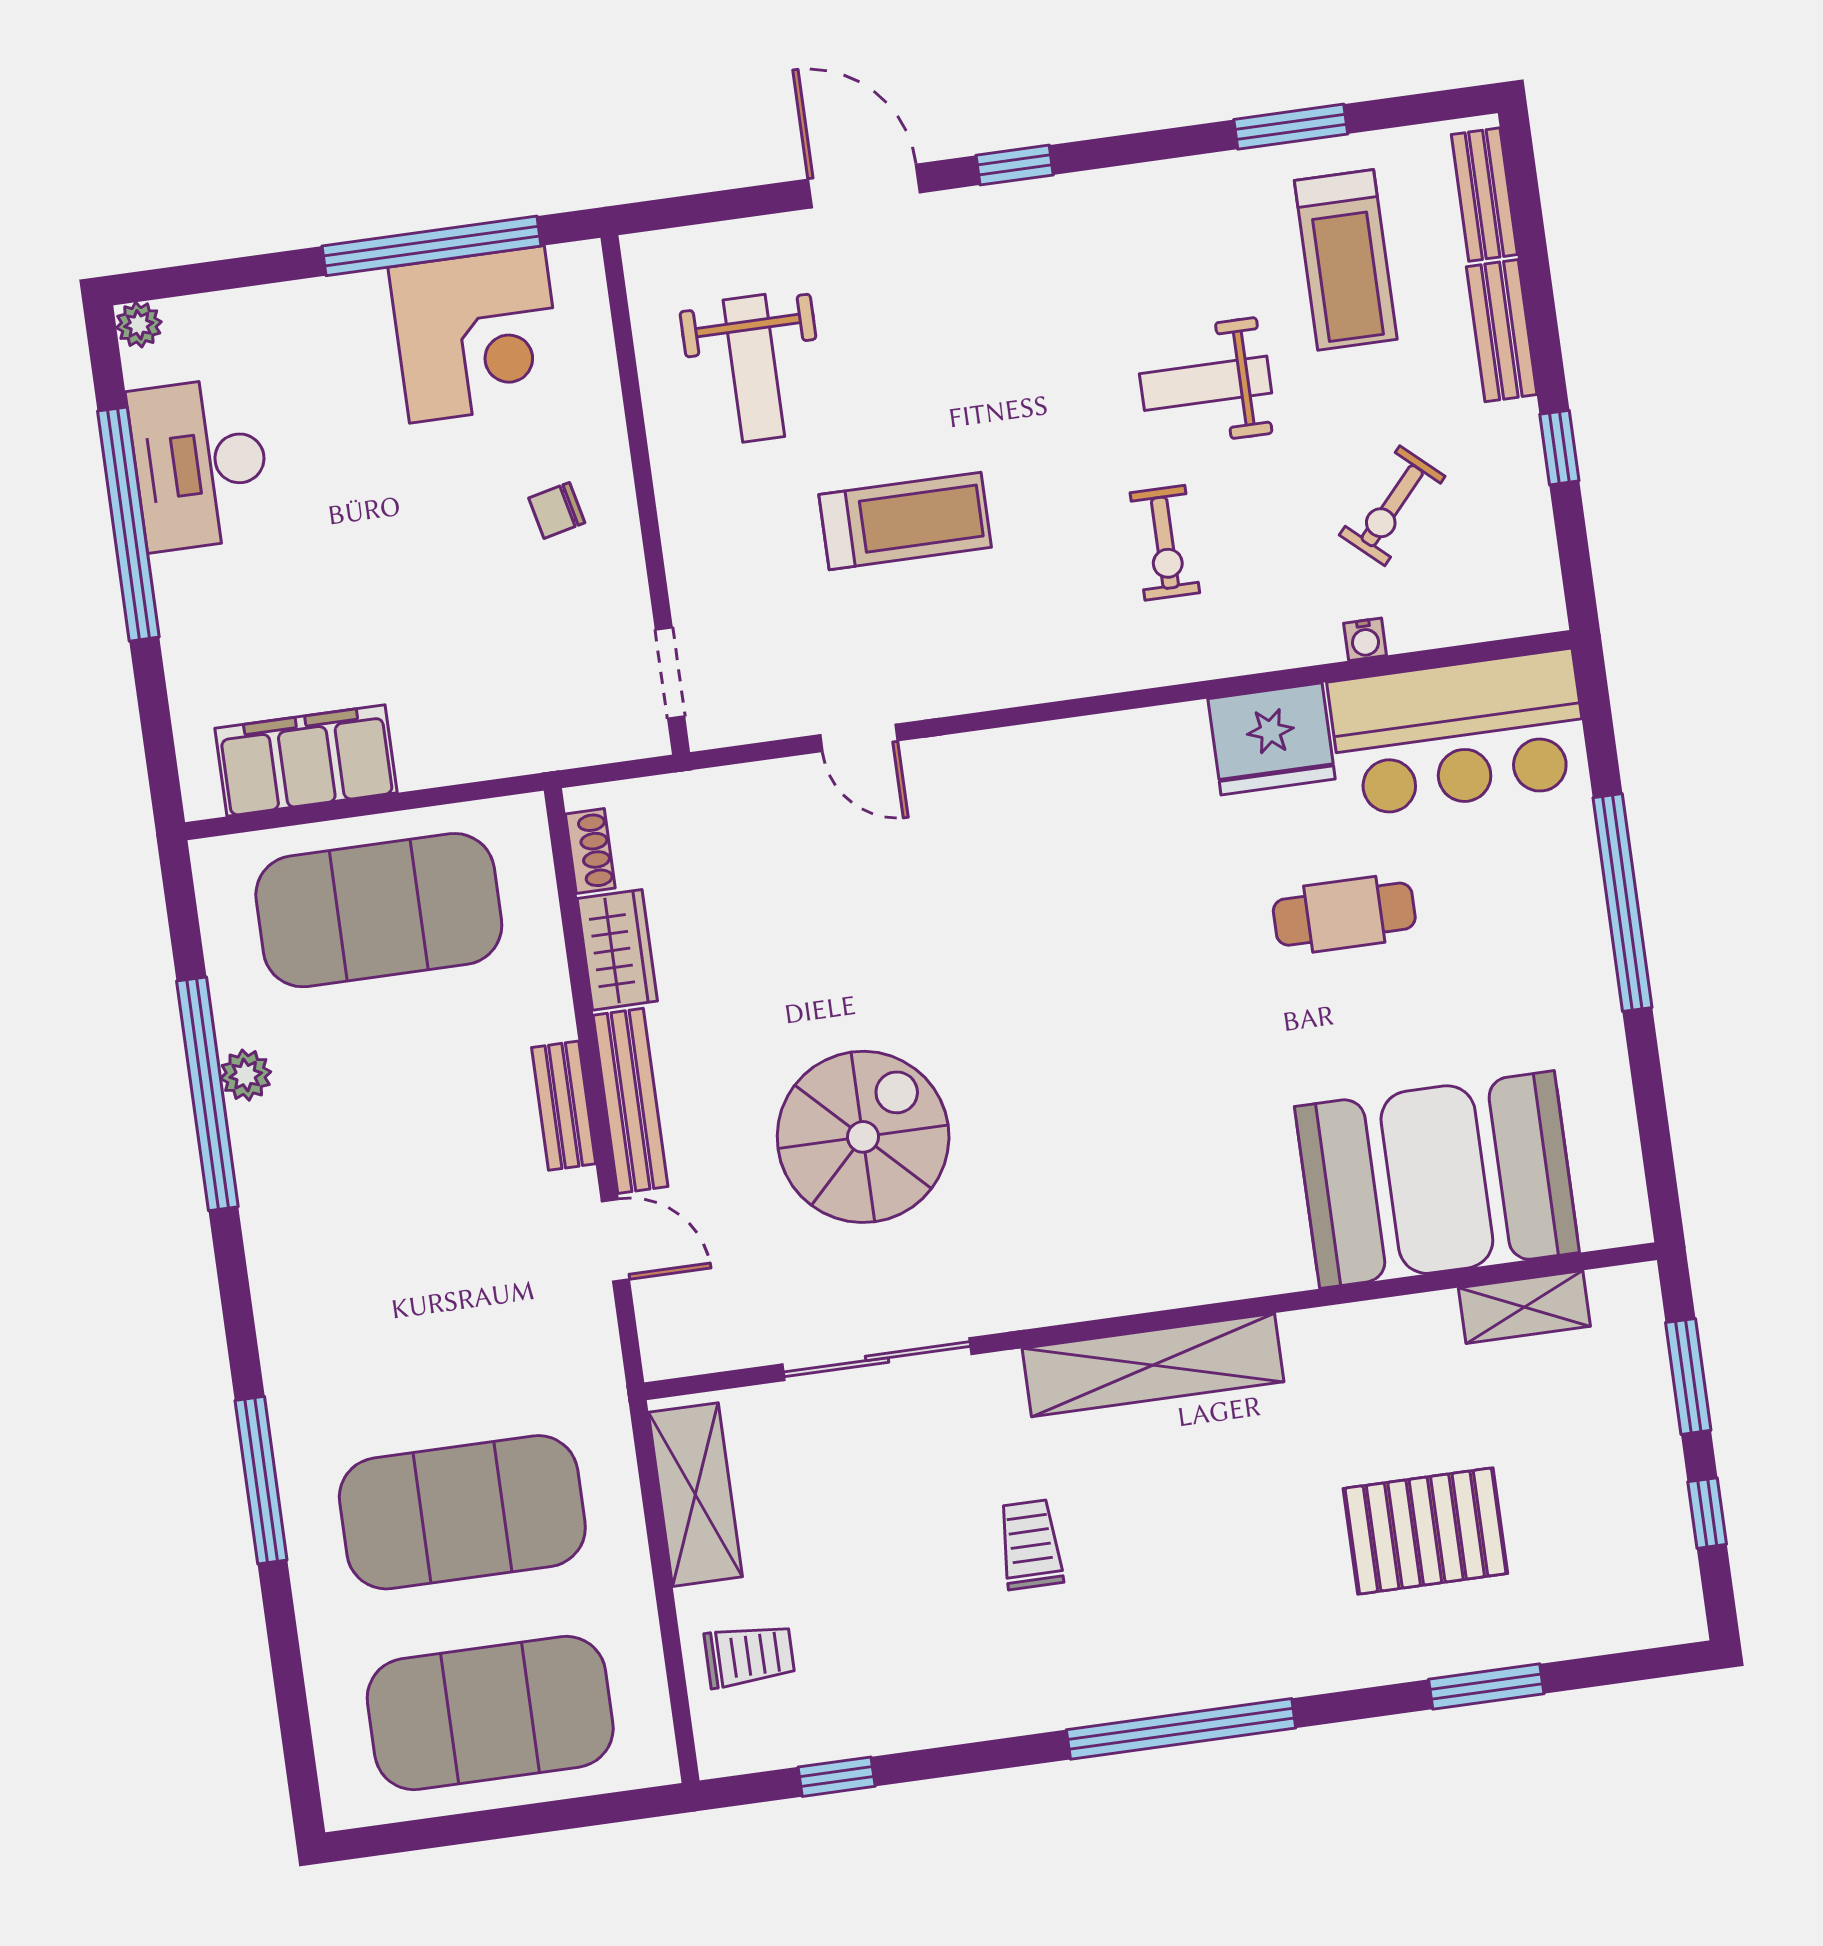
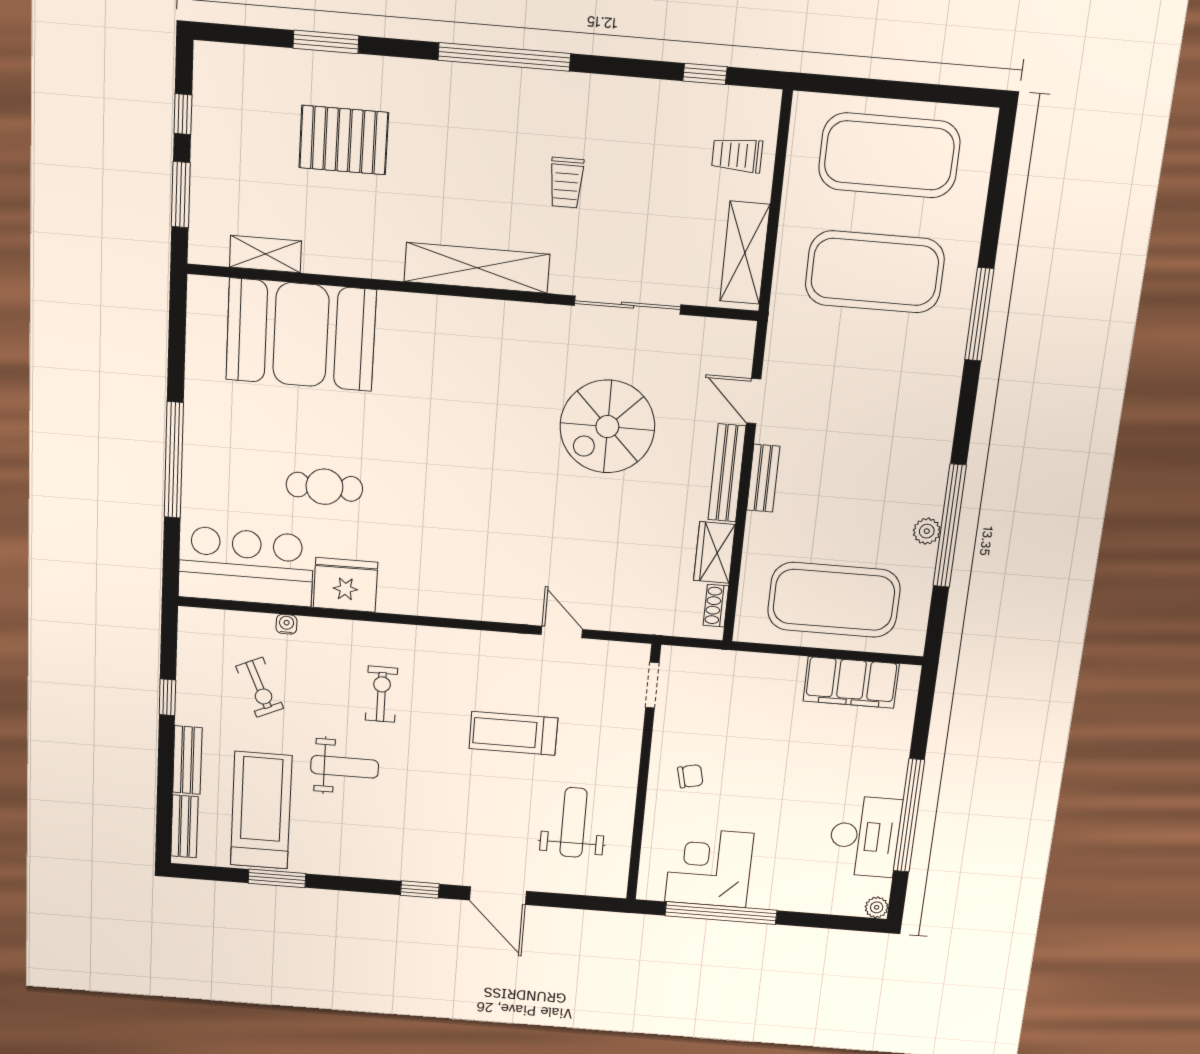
treadmill: (1346, 260) -> (261, 810), width x1.37, depth x1.37
exercise bike: (1392, 506) -> (260, 687), turned 114

